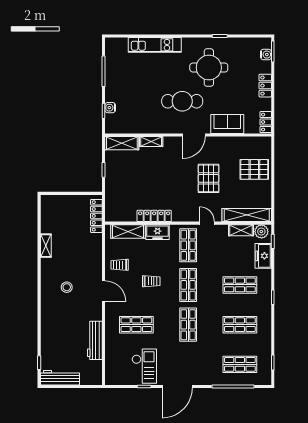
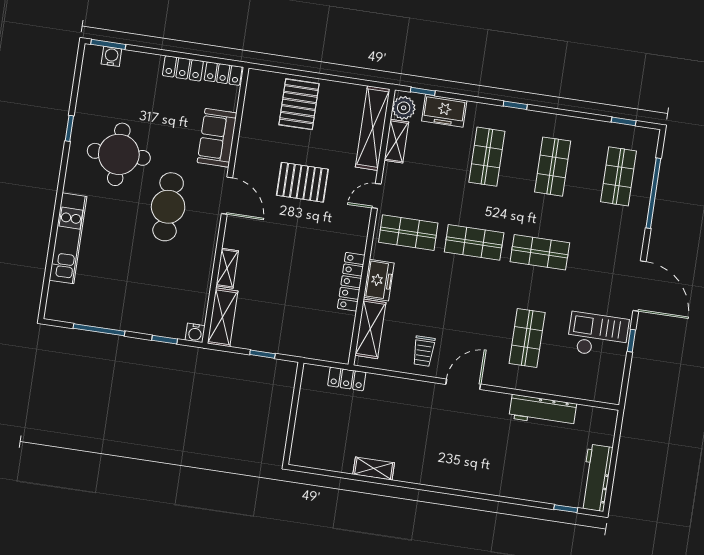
locker: (265, 86) -> (183, 68), moved
water cooler: (110, 108) -> (195, 333), moved
locker: (96, 216) -> (347, 379), width x0.66
trolley: (151, 281) -> (459, 303), removed
stool: (67, 287) -> (448, 444), removed

